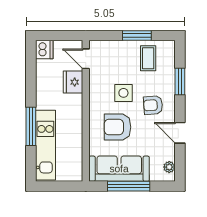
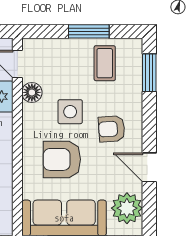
floor lamp: (96, 79) -> (32, 92), added
window: (180, 81) -> (149, 73), moved
plant: (169, 167) -> (127, 208), width x1.87, depth x1.87

